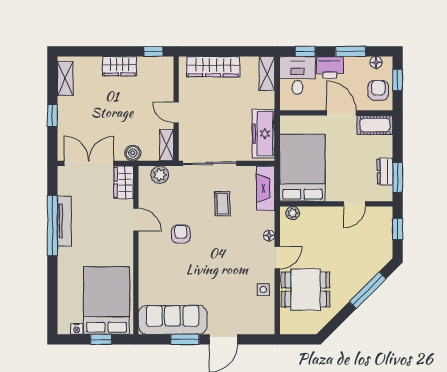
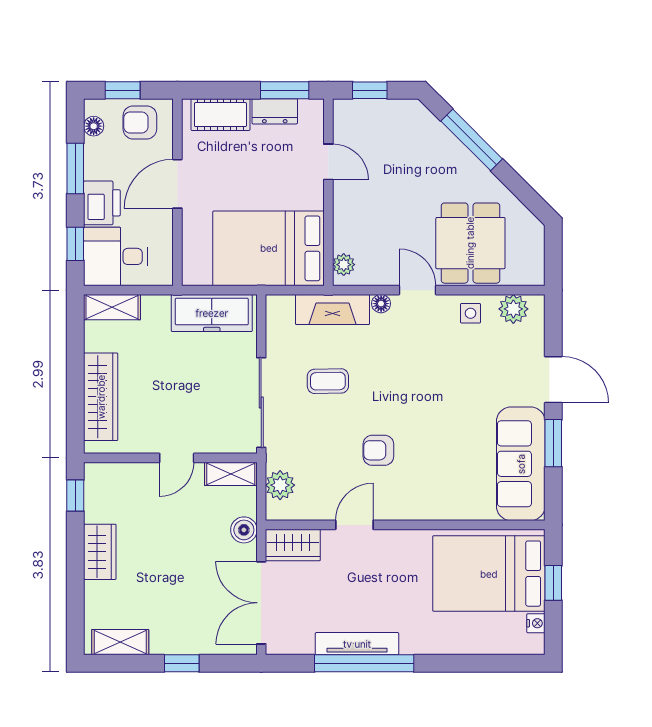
cot: (375, 125) -> (220, 115), moved, turned 90
fireplace: (266, 188) -> (332, 309), moved
plant: (266, 315) -> (513, 309), added

